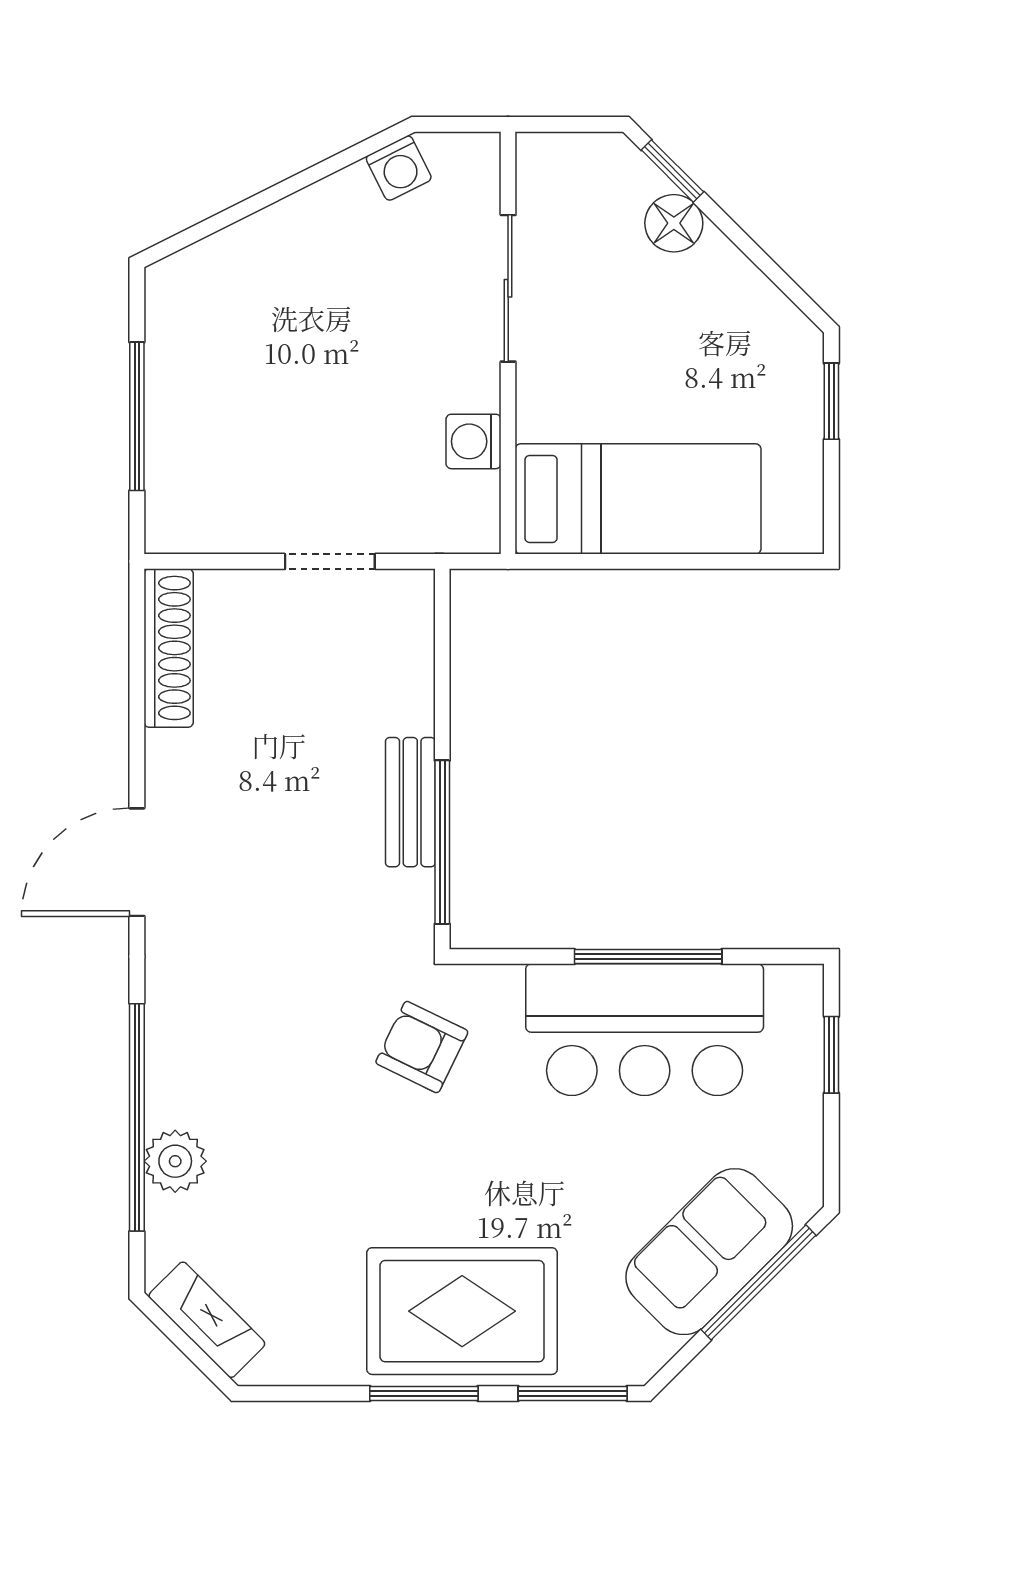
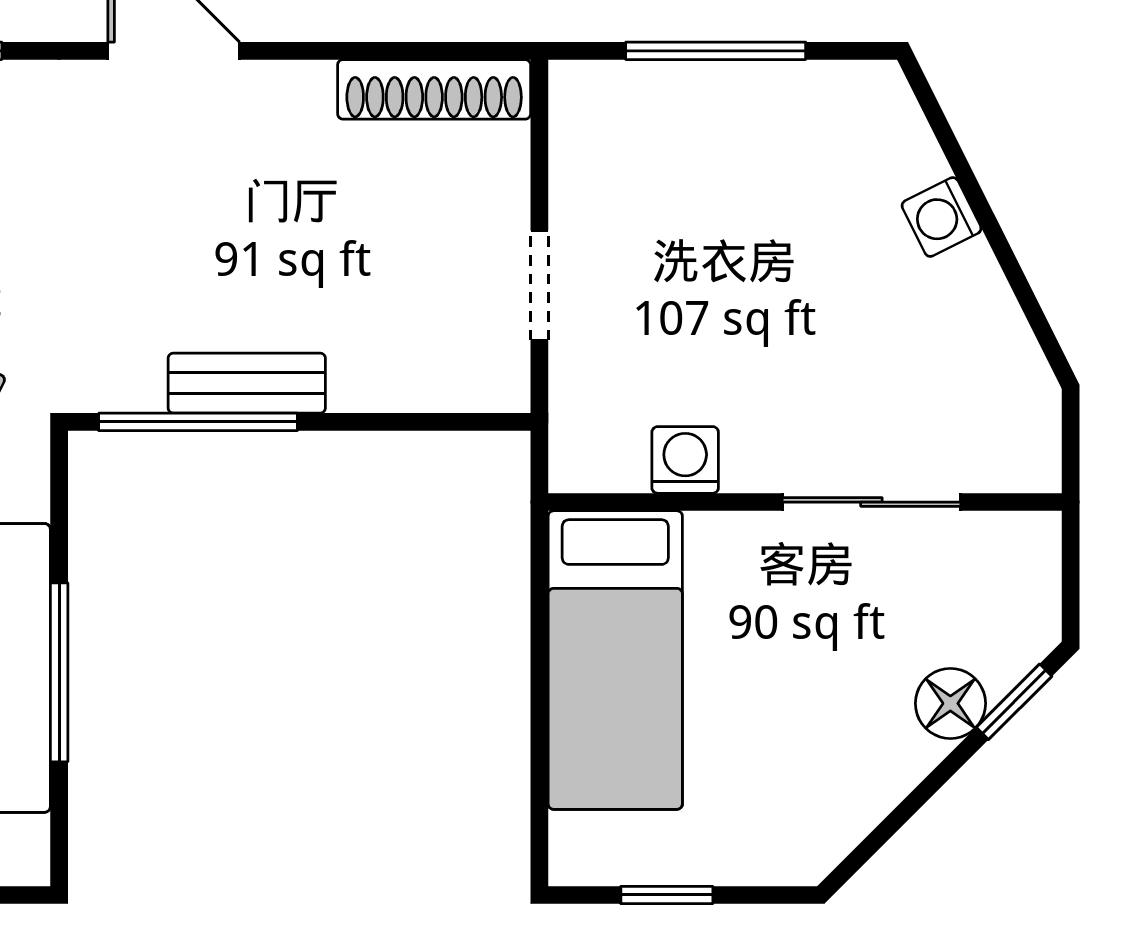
washing machine: (399, 168) -> (942, 217), moved
window: (831, 401) -> (667, 895), moved

